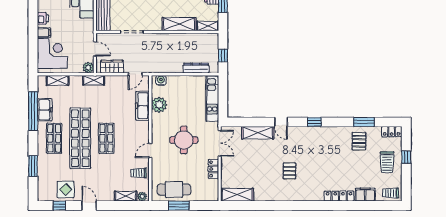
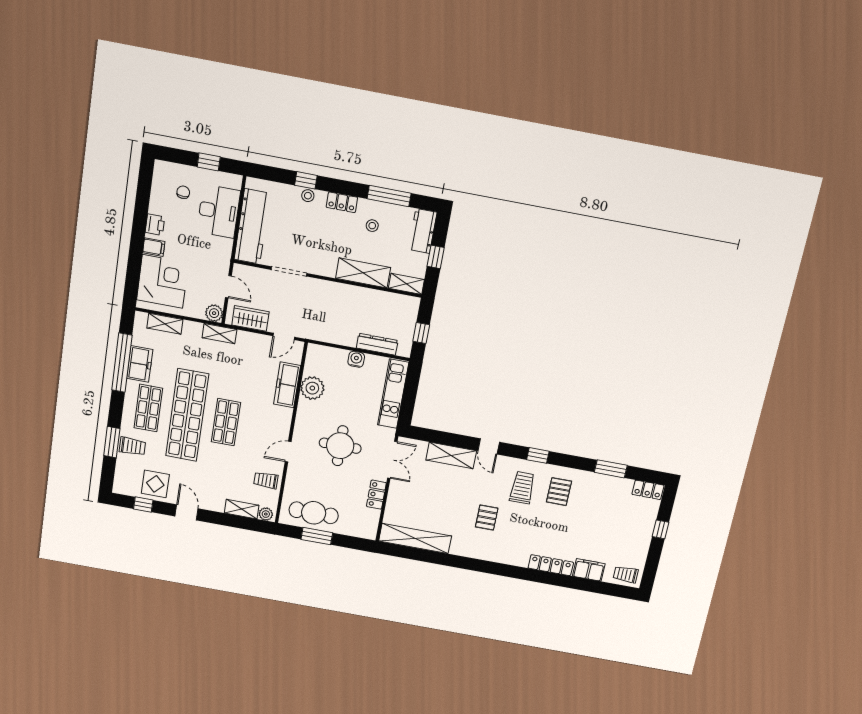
water cooler: (161, 80) -> (356, 359), moved
pallet: (359, 141) -> (559, 492), moved
trolley: (387, 162) -> (522, 488), moved, turned 180
trolley: (47, 166) -> (132, 446), added
shelving: (237, 195) -> (415, 538), width x1.47

